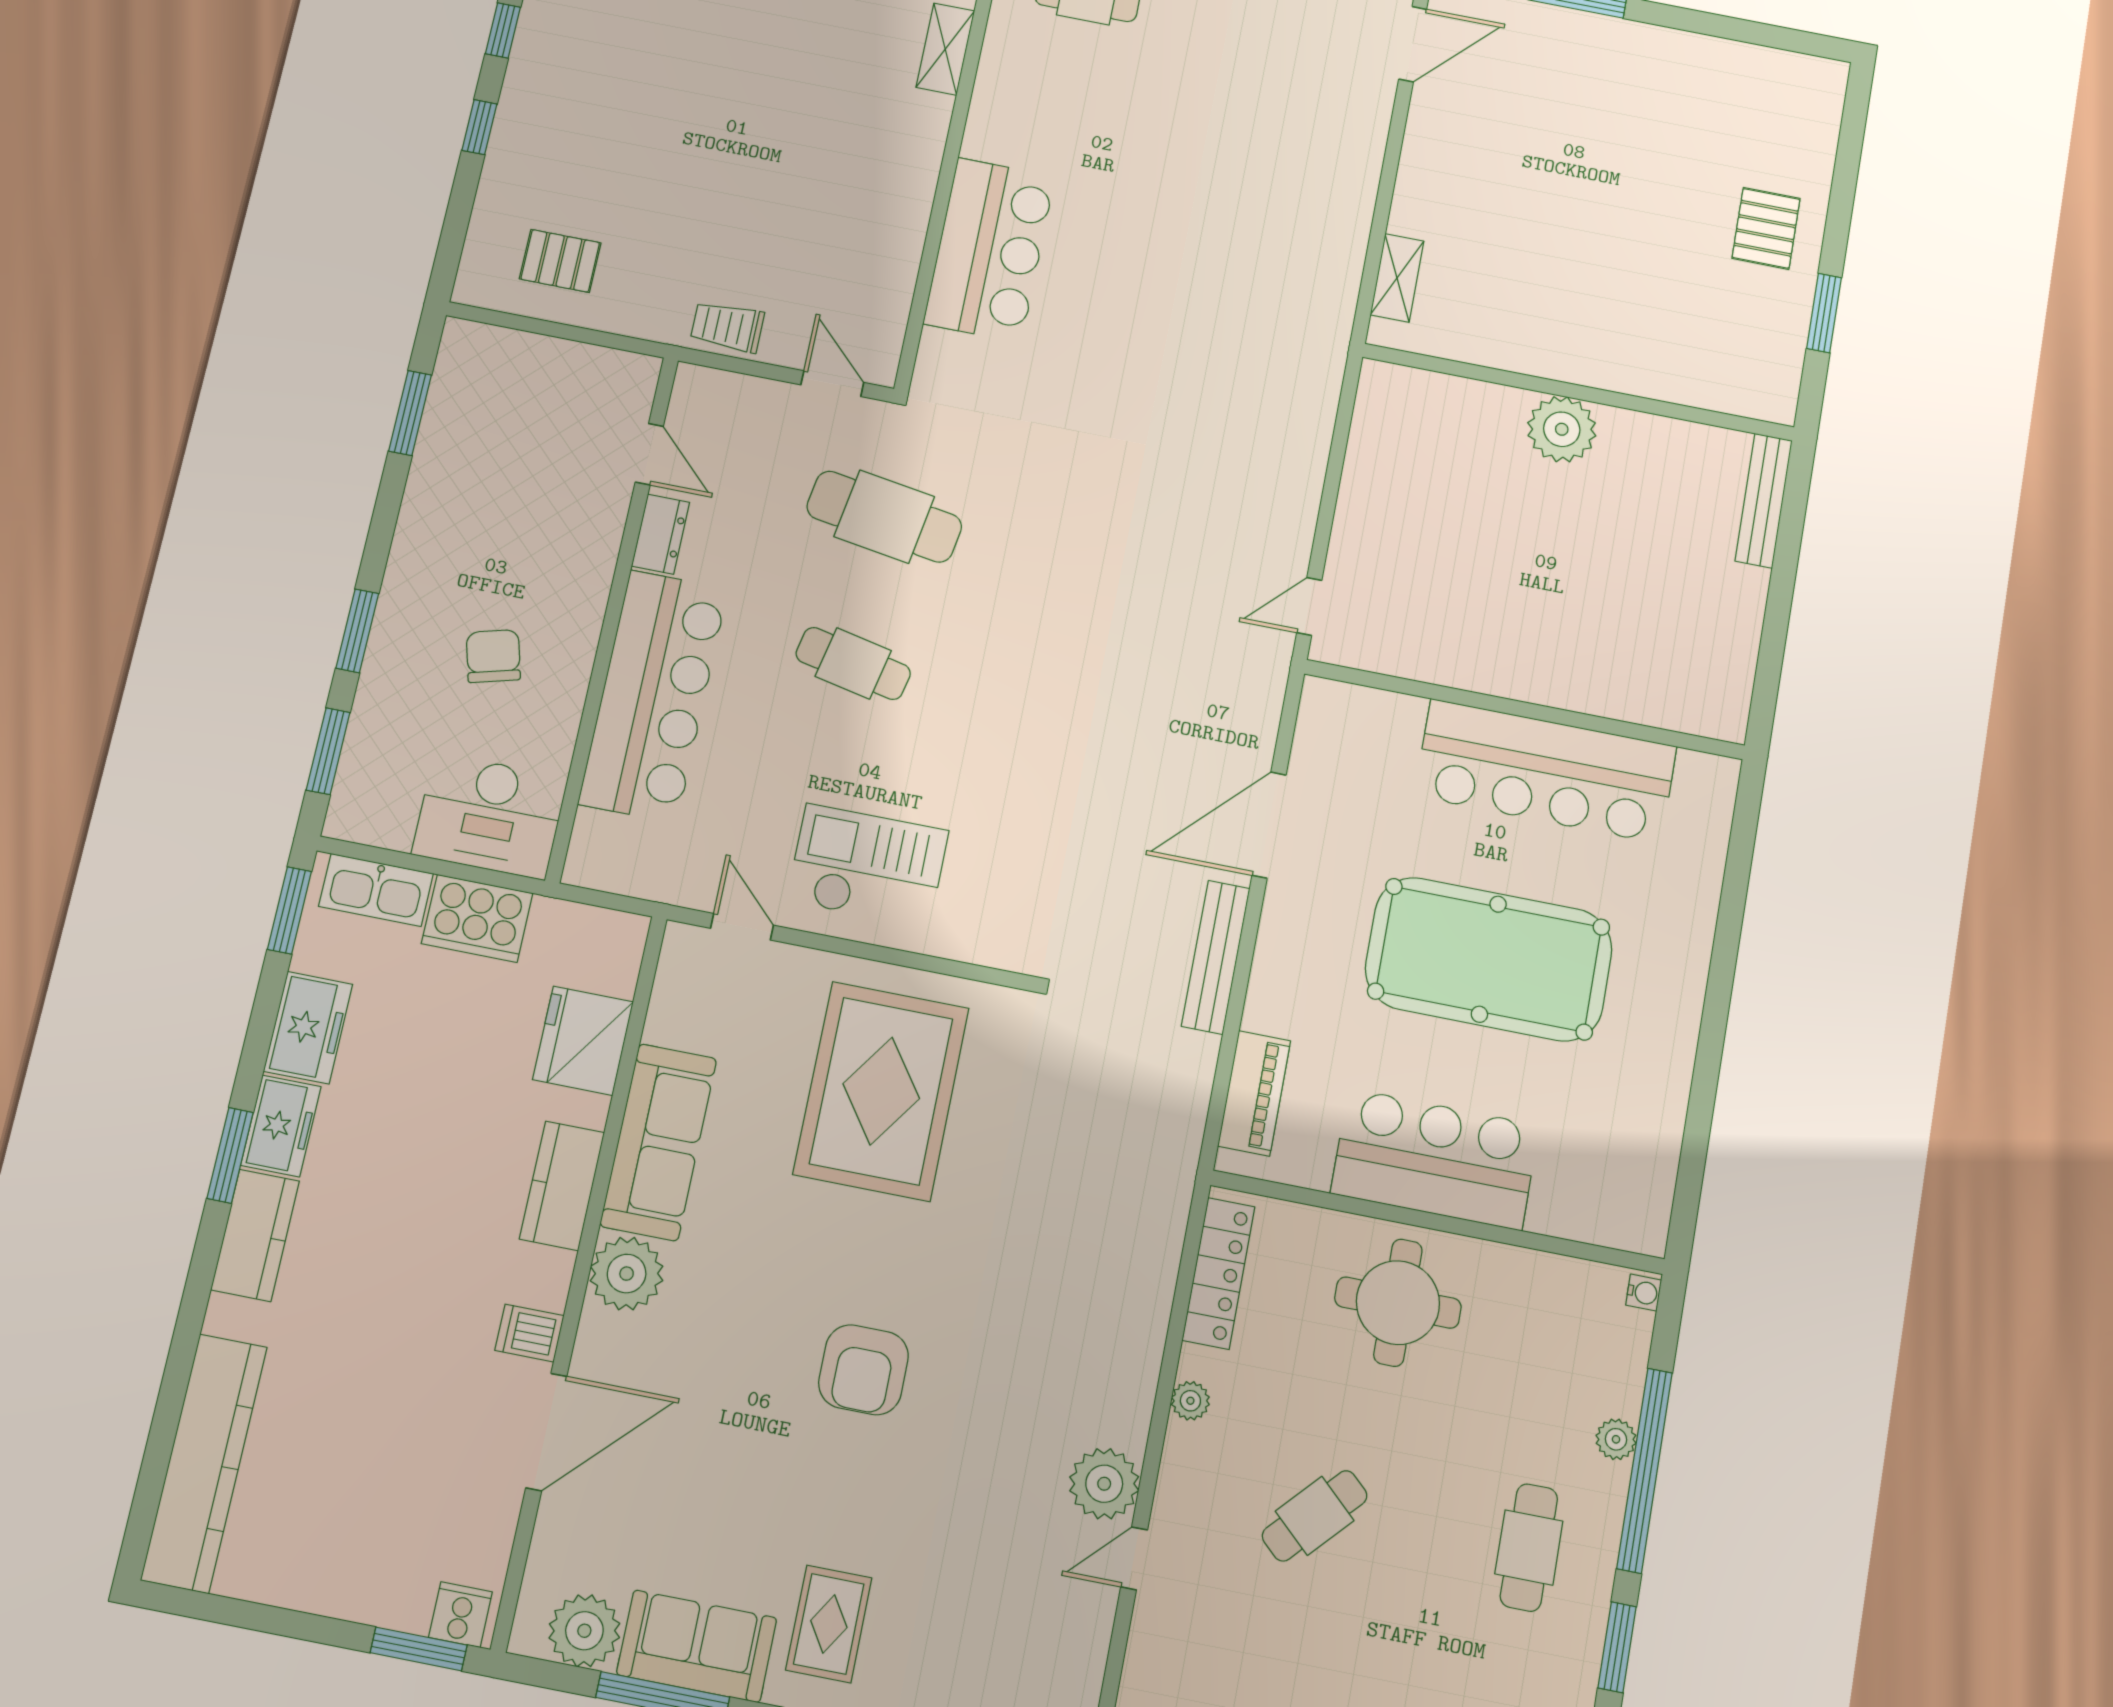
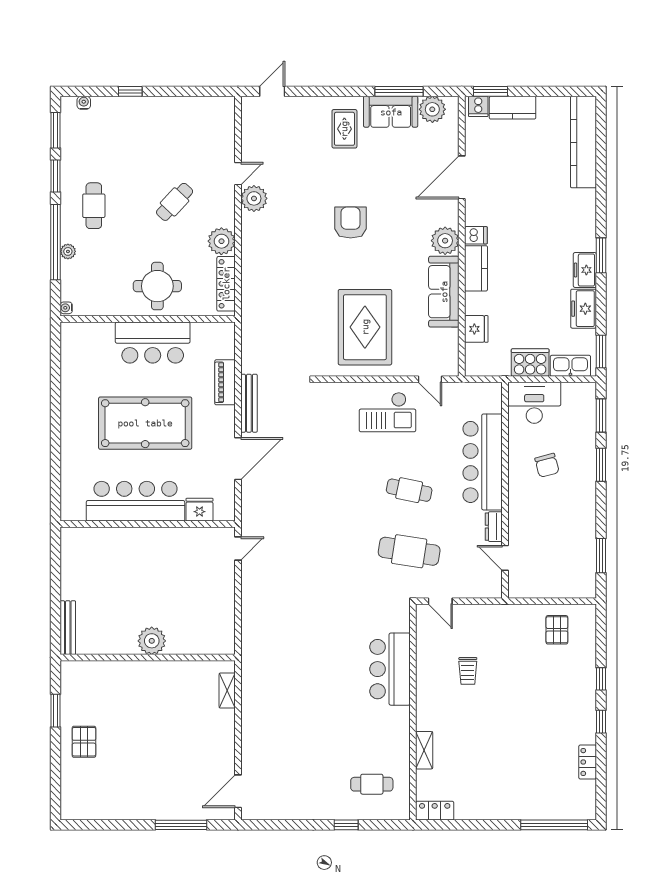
pallet: (560, 261) -> (557, 630), turned 90
trolley: (727, 327) -> (468, 671), moved, turned 90
fridge: (1389, 719) -> (199, 510), added
fridge: (583, 1041) -> (476, 329), width x0.73, depth x0.75
piano: (1254, 1093) -> (225, 382), moved
kitchen counter: (255, 1235) -> (513, 108), moved, turned -90
dishwasher: (529, 1333) -> (476, 235), moved
plant: (1190, 1401) -> (221, 241), width x1.88, depth x1.88

